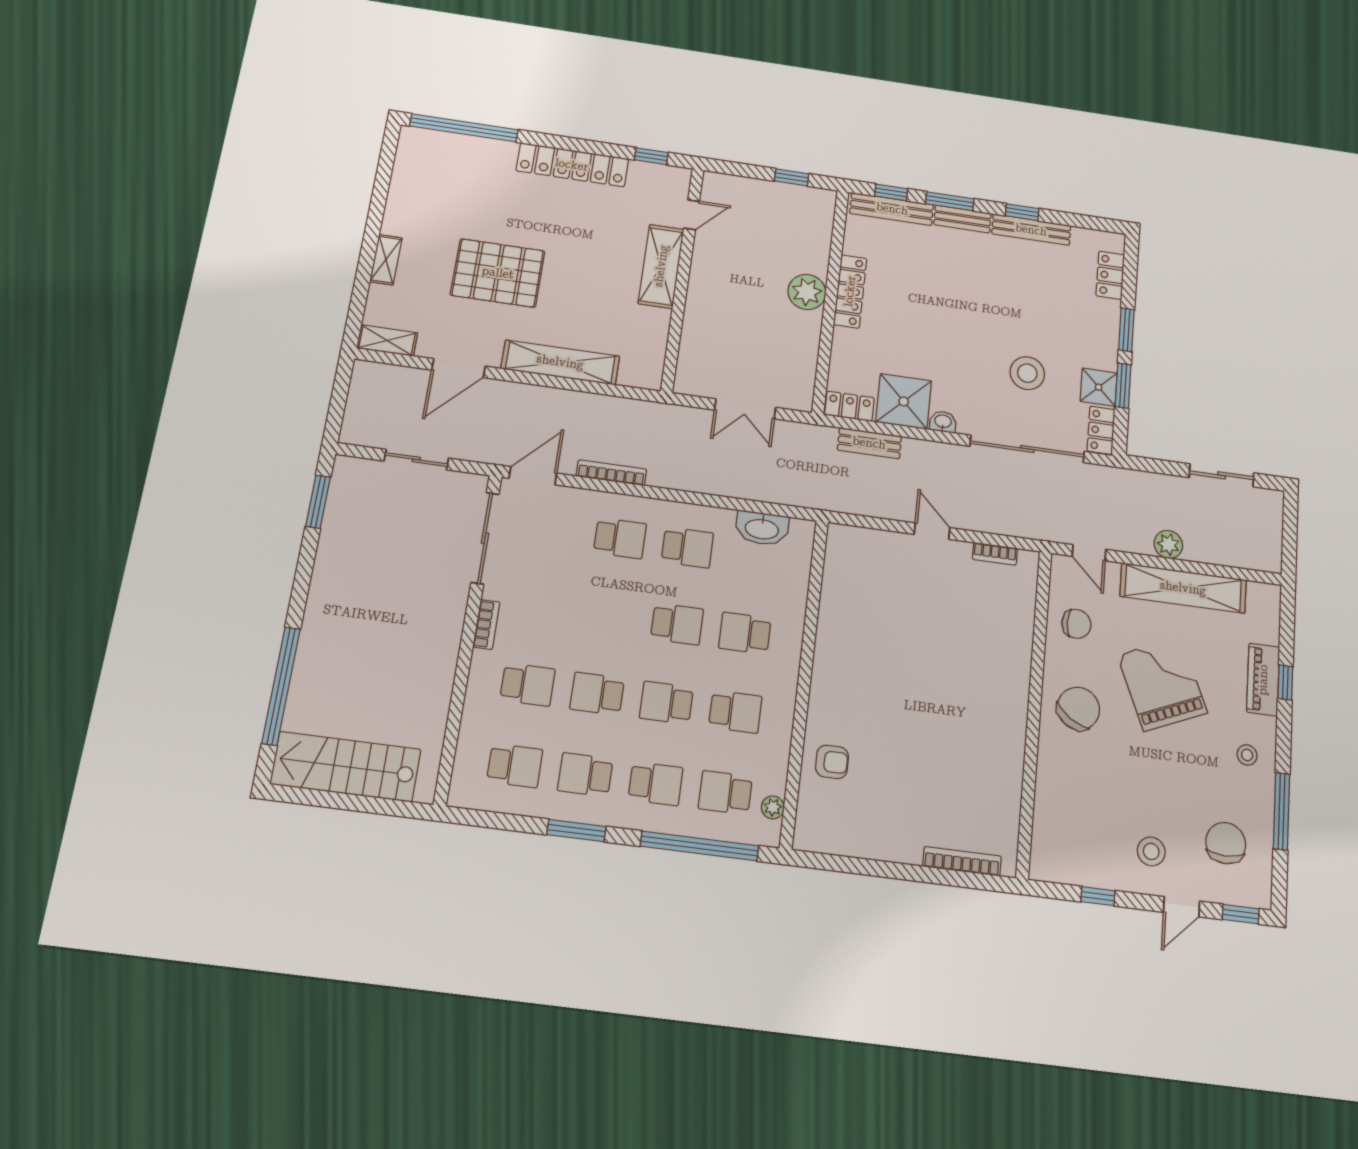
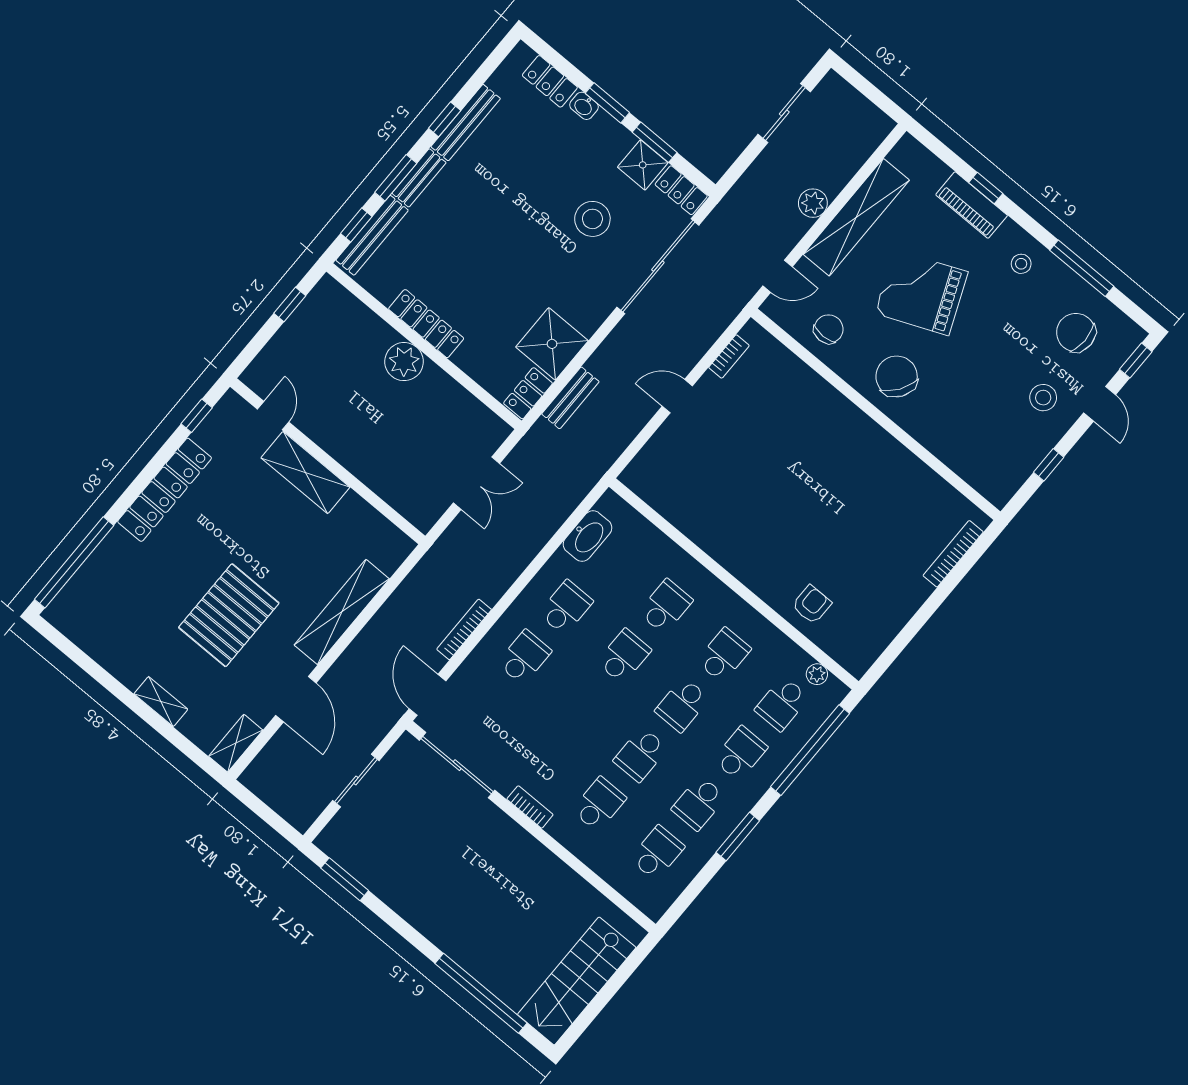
washbasin: (943, 422) -> (584, 106), moved, turned -90
school desk: (745, 633) -> (666, 606), turned 180

